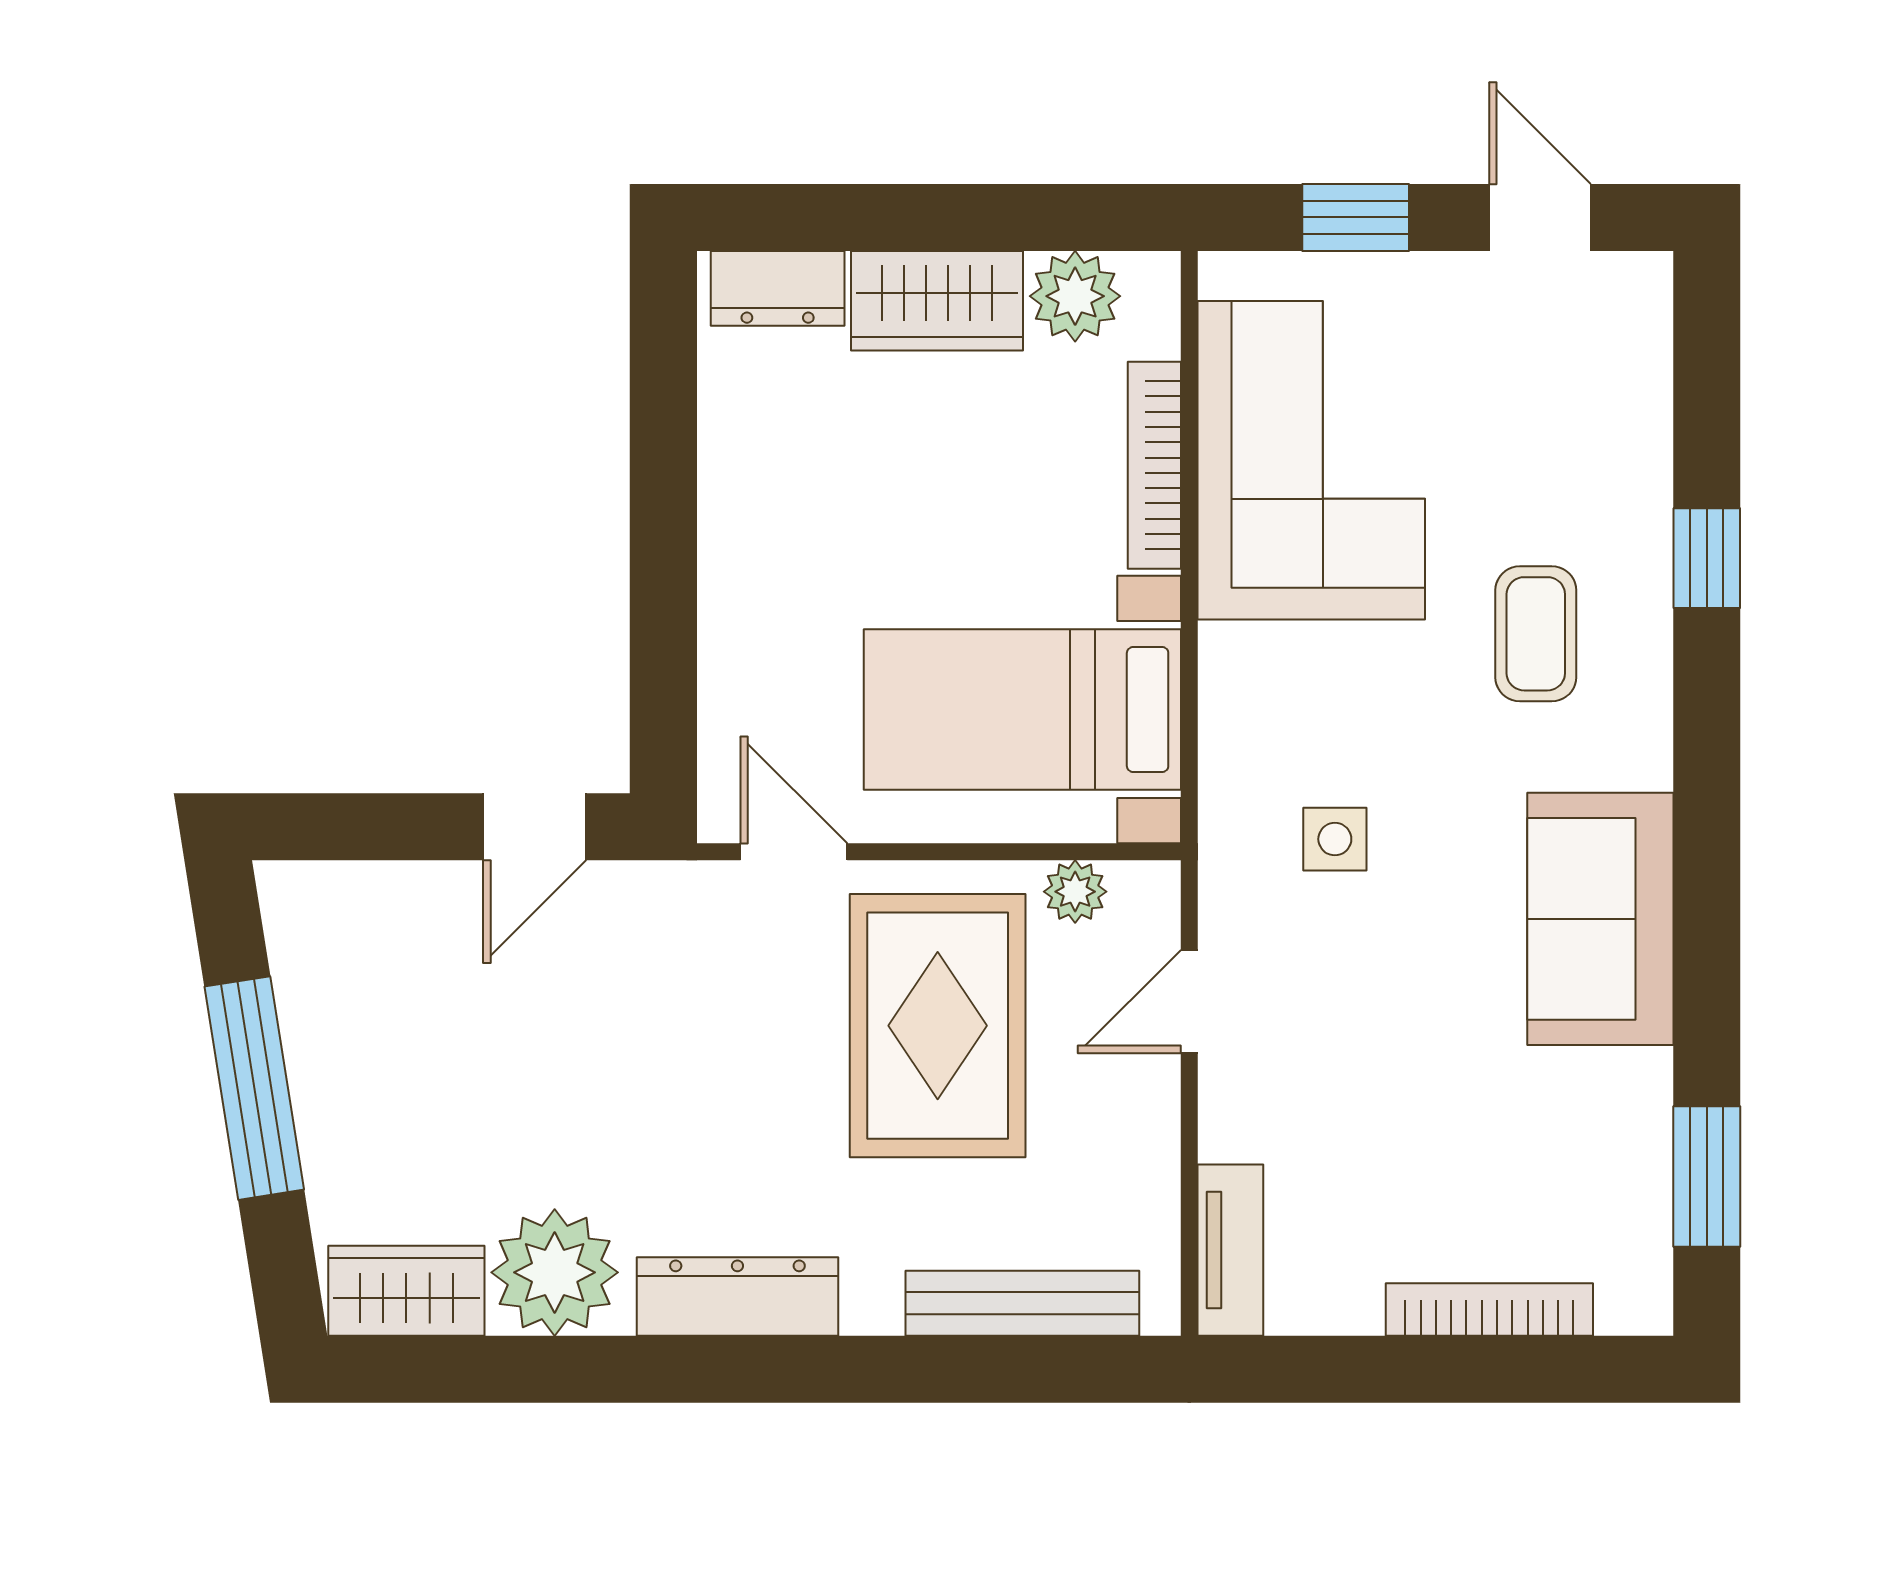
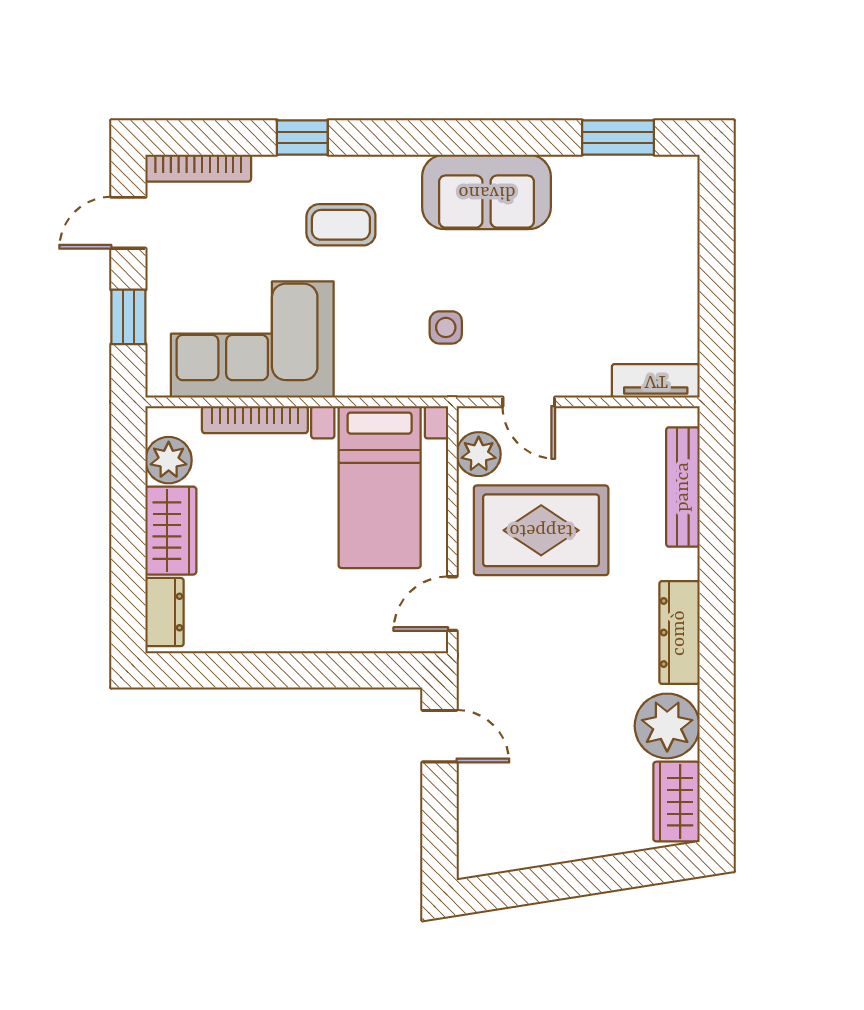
plant: (1075, 892) -> (479, 454), width x1.38, depth x1.38
window: (254, 1088) -> (573, 879), removed
bookcase: (1489, 1309) -> (198, 168), moved, turned -90

